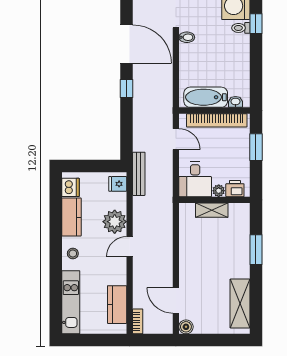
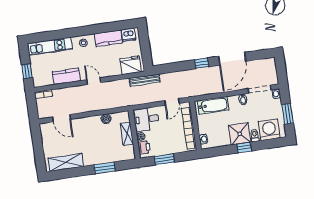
window: (256, 24) -> (244, 148), moved
shower: (235, 49) -> (240, 134), added
bathtub: (206, 97) -> (213, 105), moved, turned 90
window: (256, 147) -> (164, 159), moved
fridge: (118, 184) -> (131, 65), width x1.88, depth x1.34
plant: (115, 222) -> (109, 68), removed
door: (176, 300) -> (61, 118), swing flipped
kitchen counter: (117, 305) -> (66, 76), moved
boiler: (186, 327) -> (106, 119), moved
window: (102, 340) -> (27, 71), added

